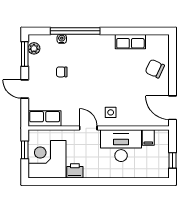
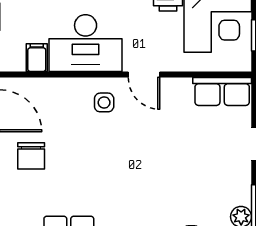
chair: (155, 69) -> (31, 156), moved, turned 65
chair: (62, 72) -> (192, 175), removed

